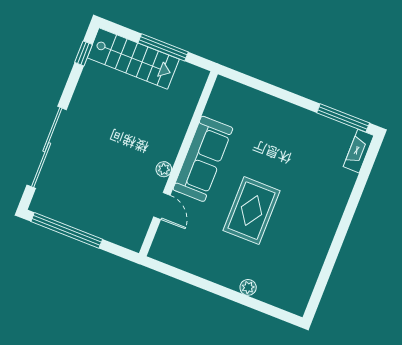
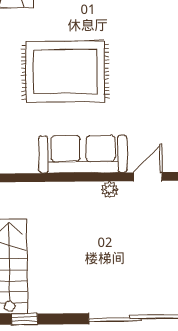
rug: (251, 211) -> (65, 72), moved, width x1.37, depth x1.44

